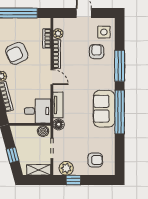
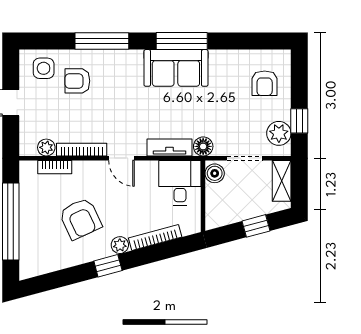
door: (52, 77) -> (121, 158), swing flipped
window: (120, 112) -> (182, 41), width x0.68
armchair: (95, 160) -> (265, 83), turned 180

